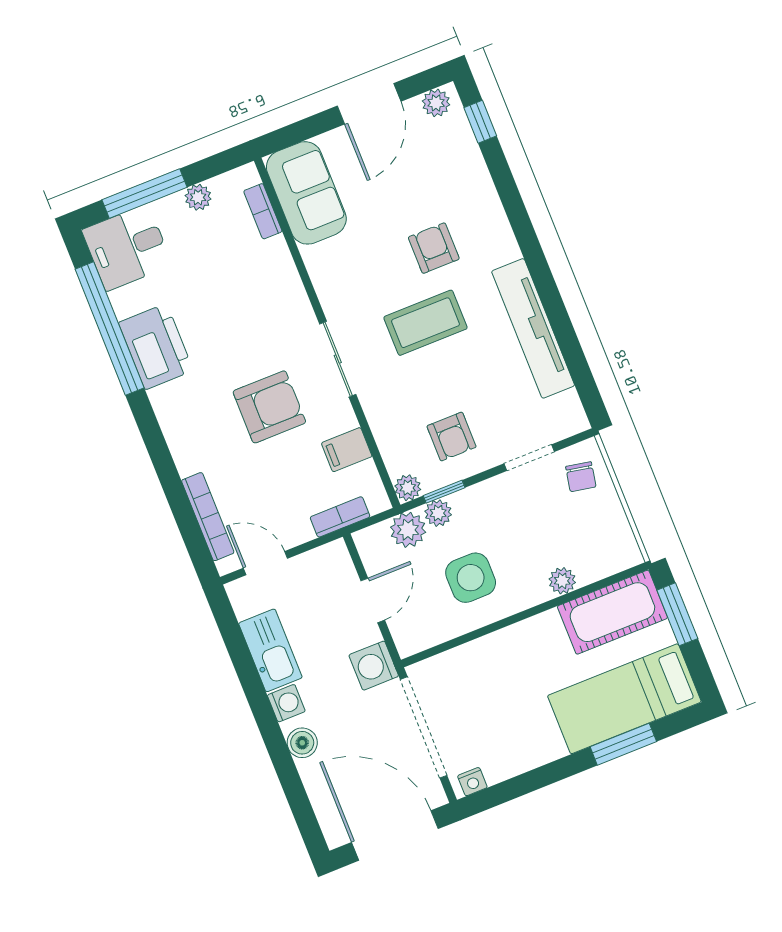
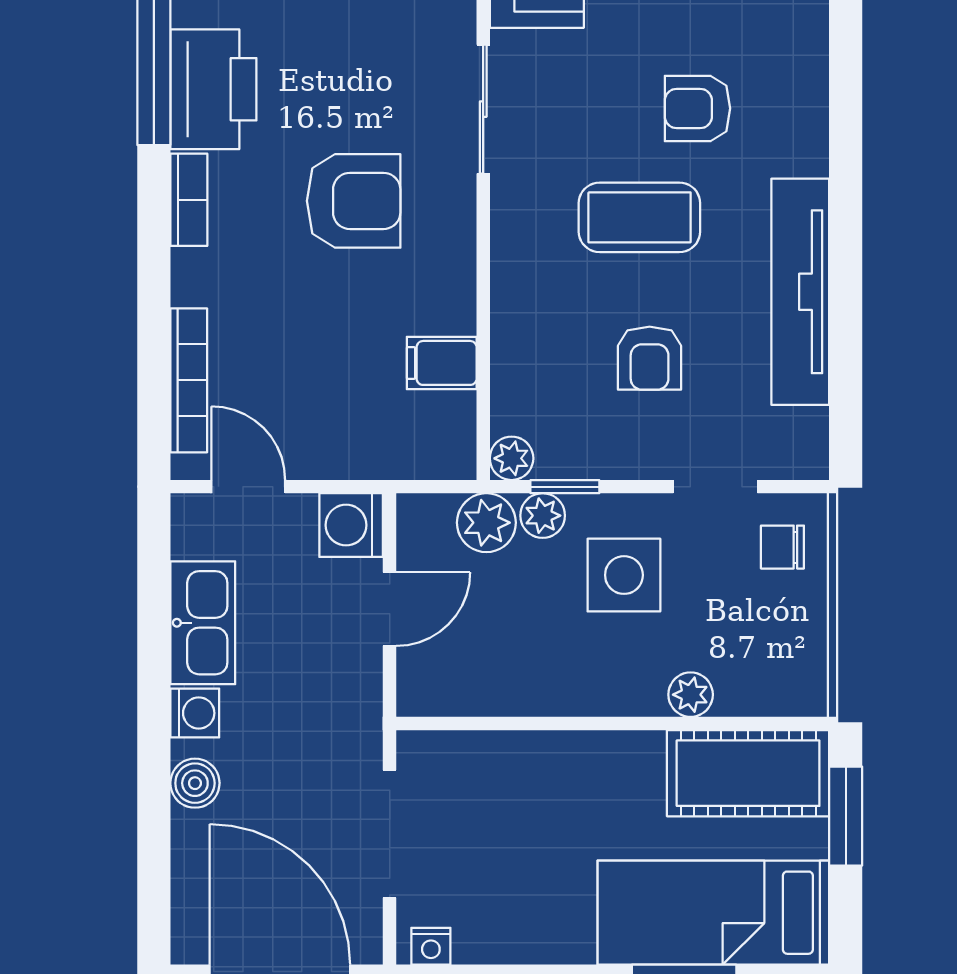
armchair: (434, 248) -> (698, 108), turned -90
sliding door: (338, 359) -> (483, 109), moved
armchair: (269, 407) -> (354, 201), moved
armchair: (452, 437) -> (650, 358), moved
chair: (581, 477) -> (782, 547), turned 79
bookcase: (340, 517) -> (189, 200), moved, turned 90
side table: (471, 578) -> (624, 575), moved
washing machine: (374, 666) -> (351, 525), moved
doorway: (424, 727) -> (390, 834), width x0.73

